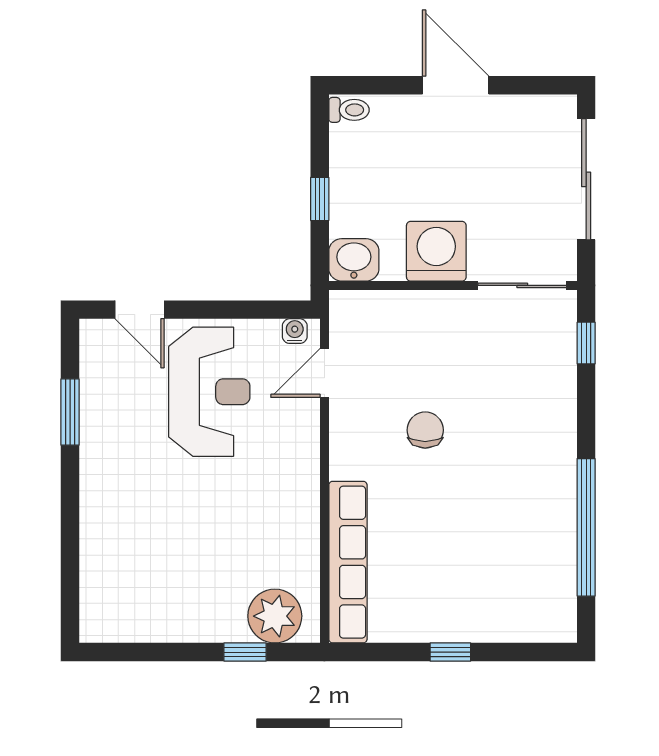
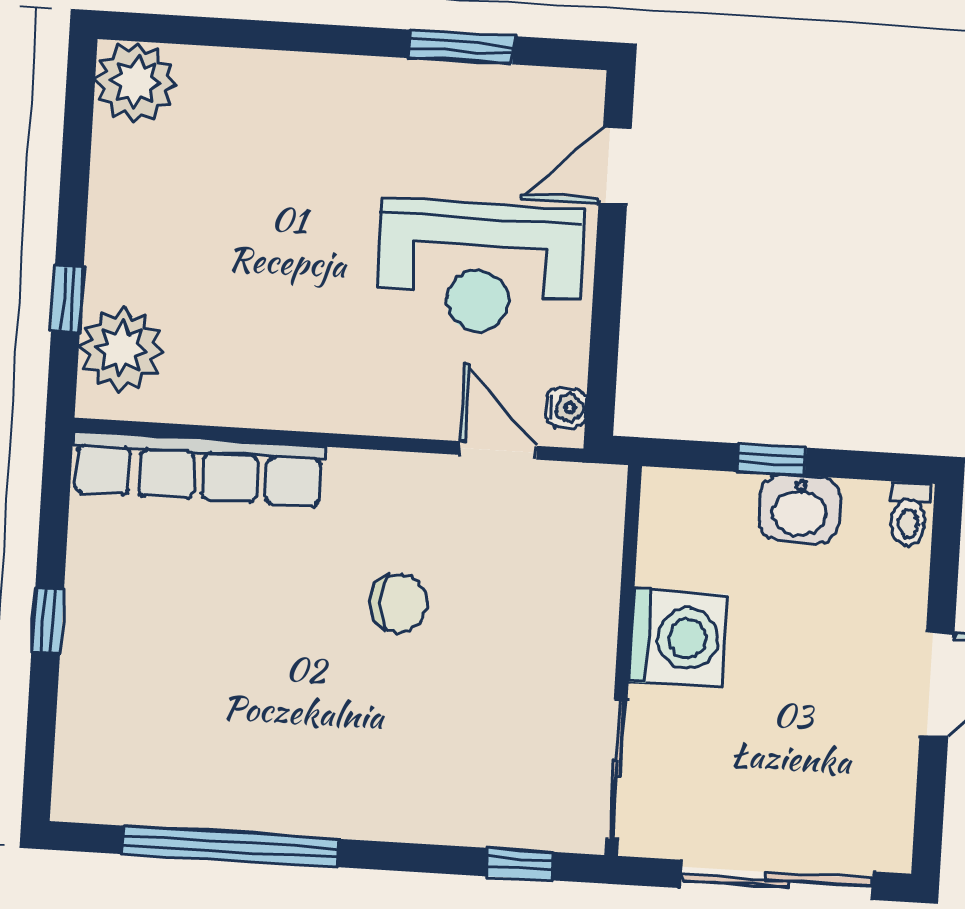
washbasin: (354, 260) -> (800, 509), moved, turned 90
plant: (105, 617) -> (136, 82), added

